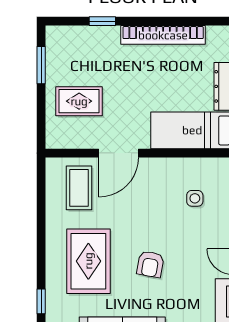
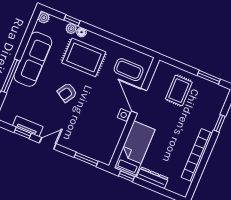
side table: (195, 198) -> (124, 115), moved
armchair: (150, 264) -> (67, 93), turned -68
floor lamp: (53, 280) -> (81, 32), added
plant: (54, 298) -> (71, 29), added

